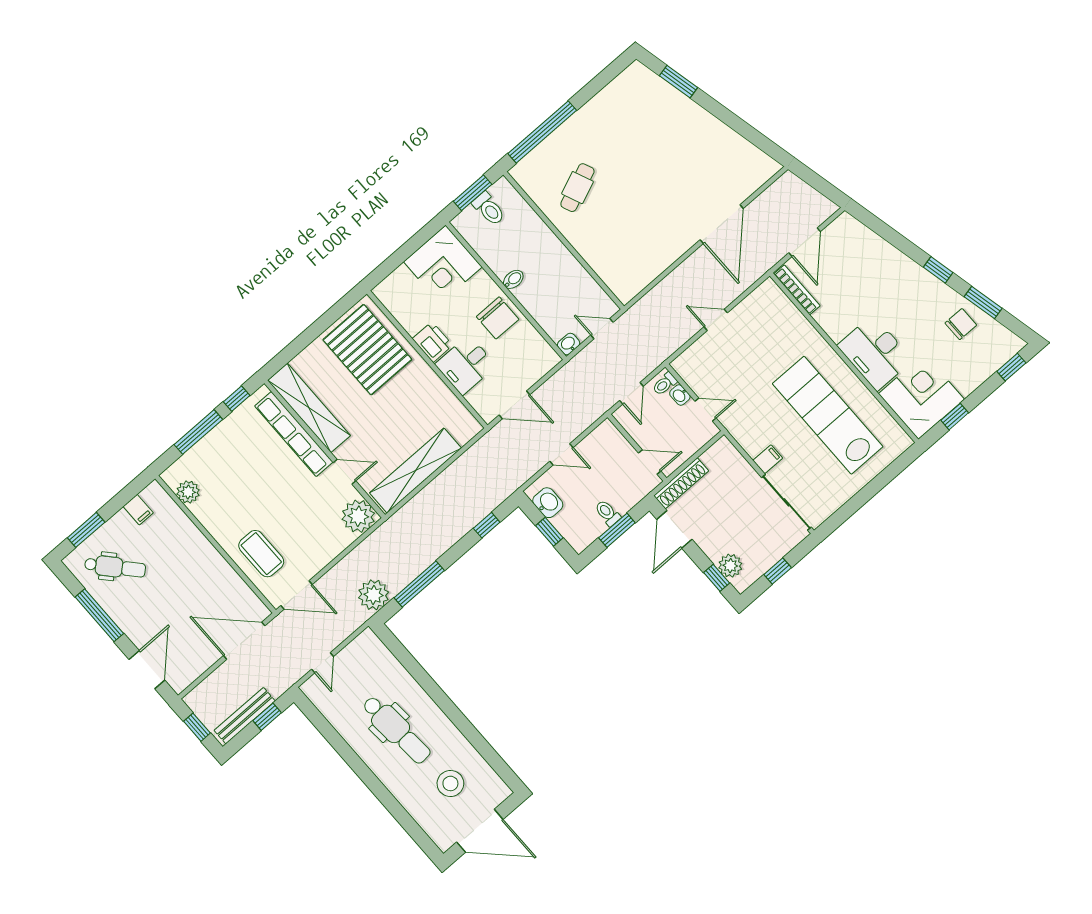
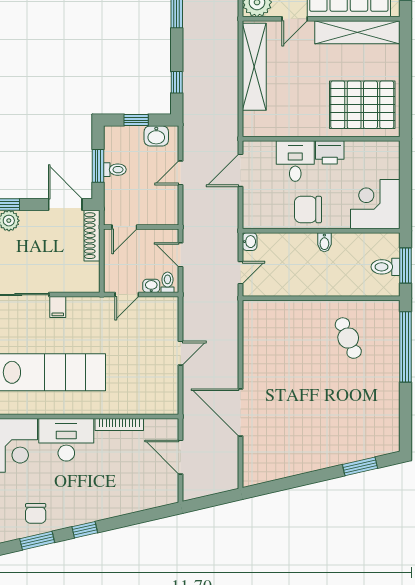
bookcase: (797, 290) -> (119, 424), moved

